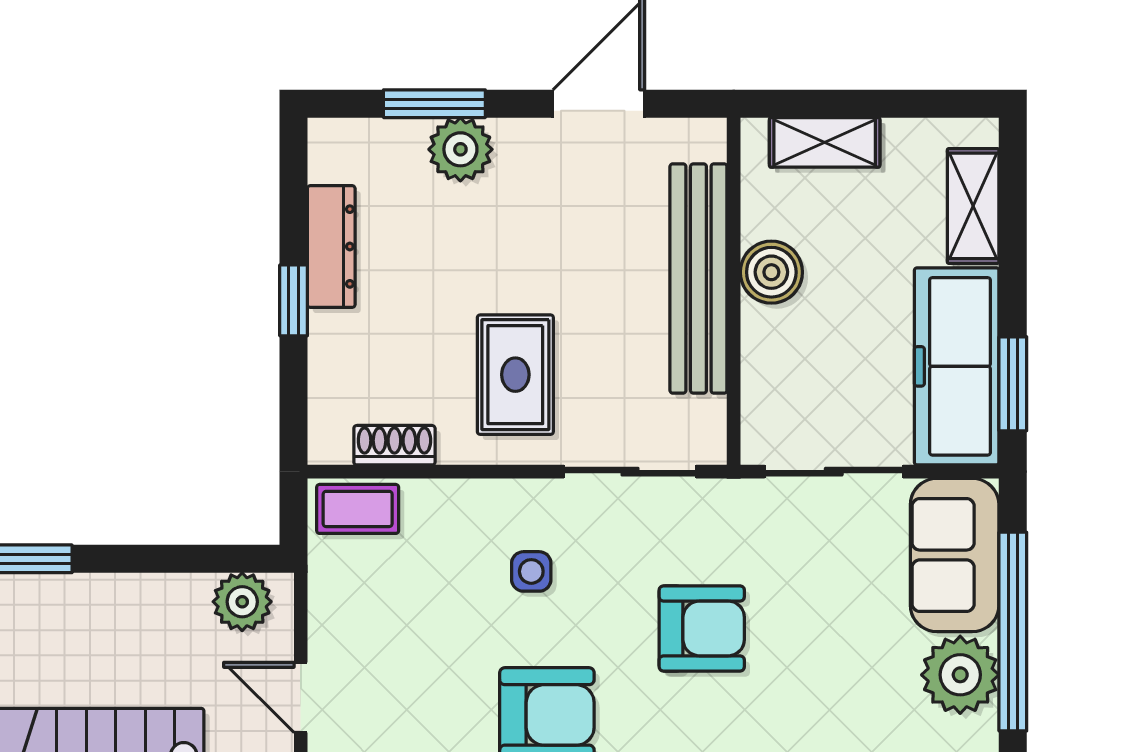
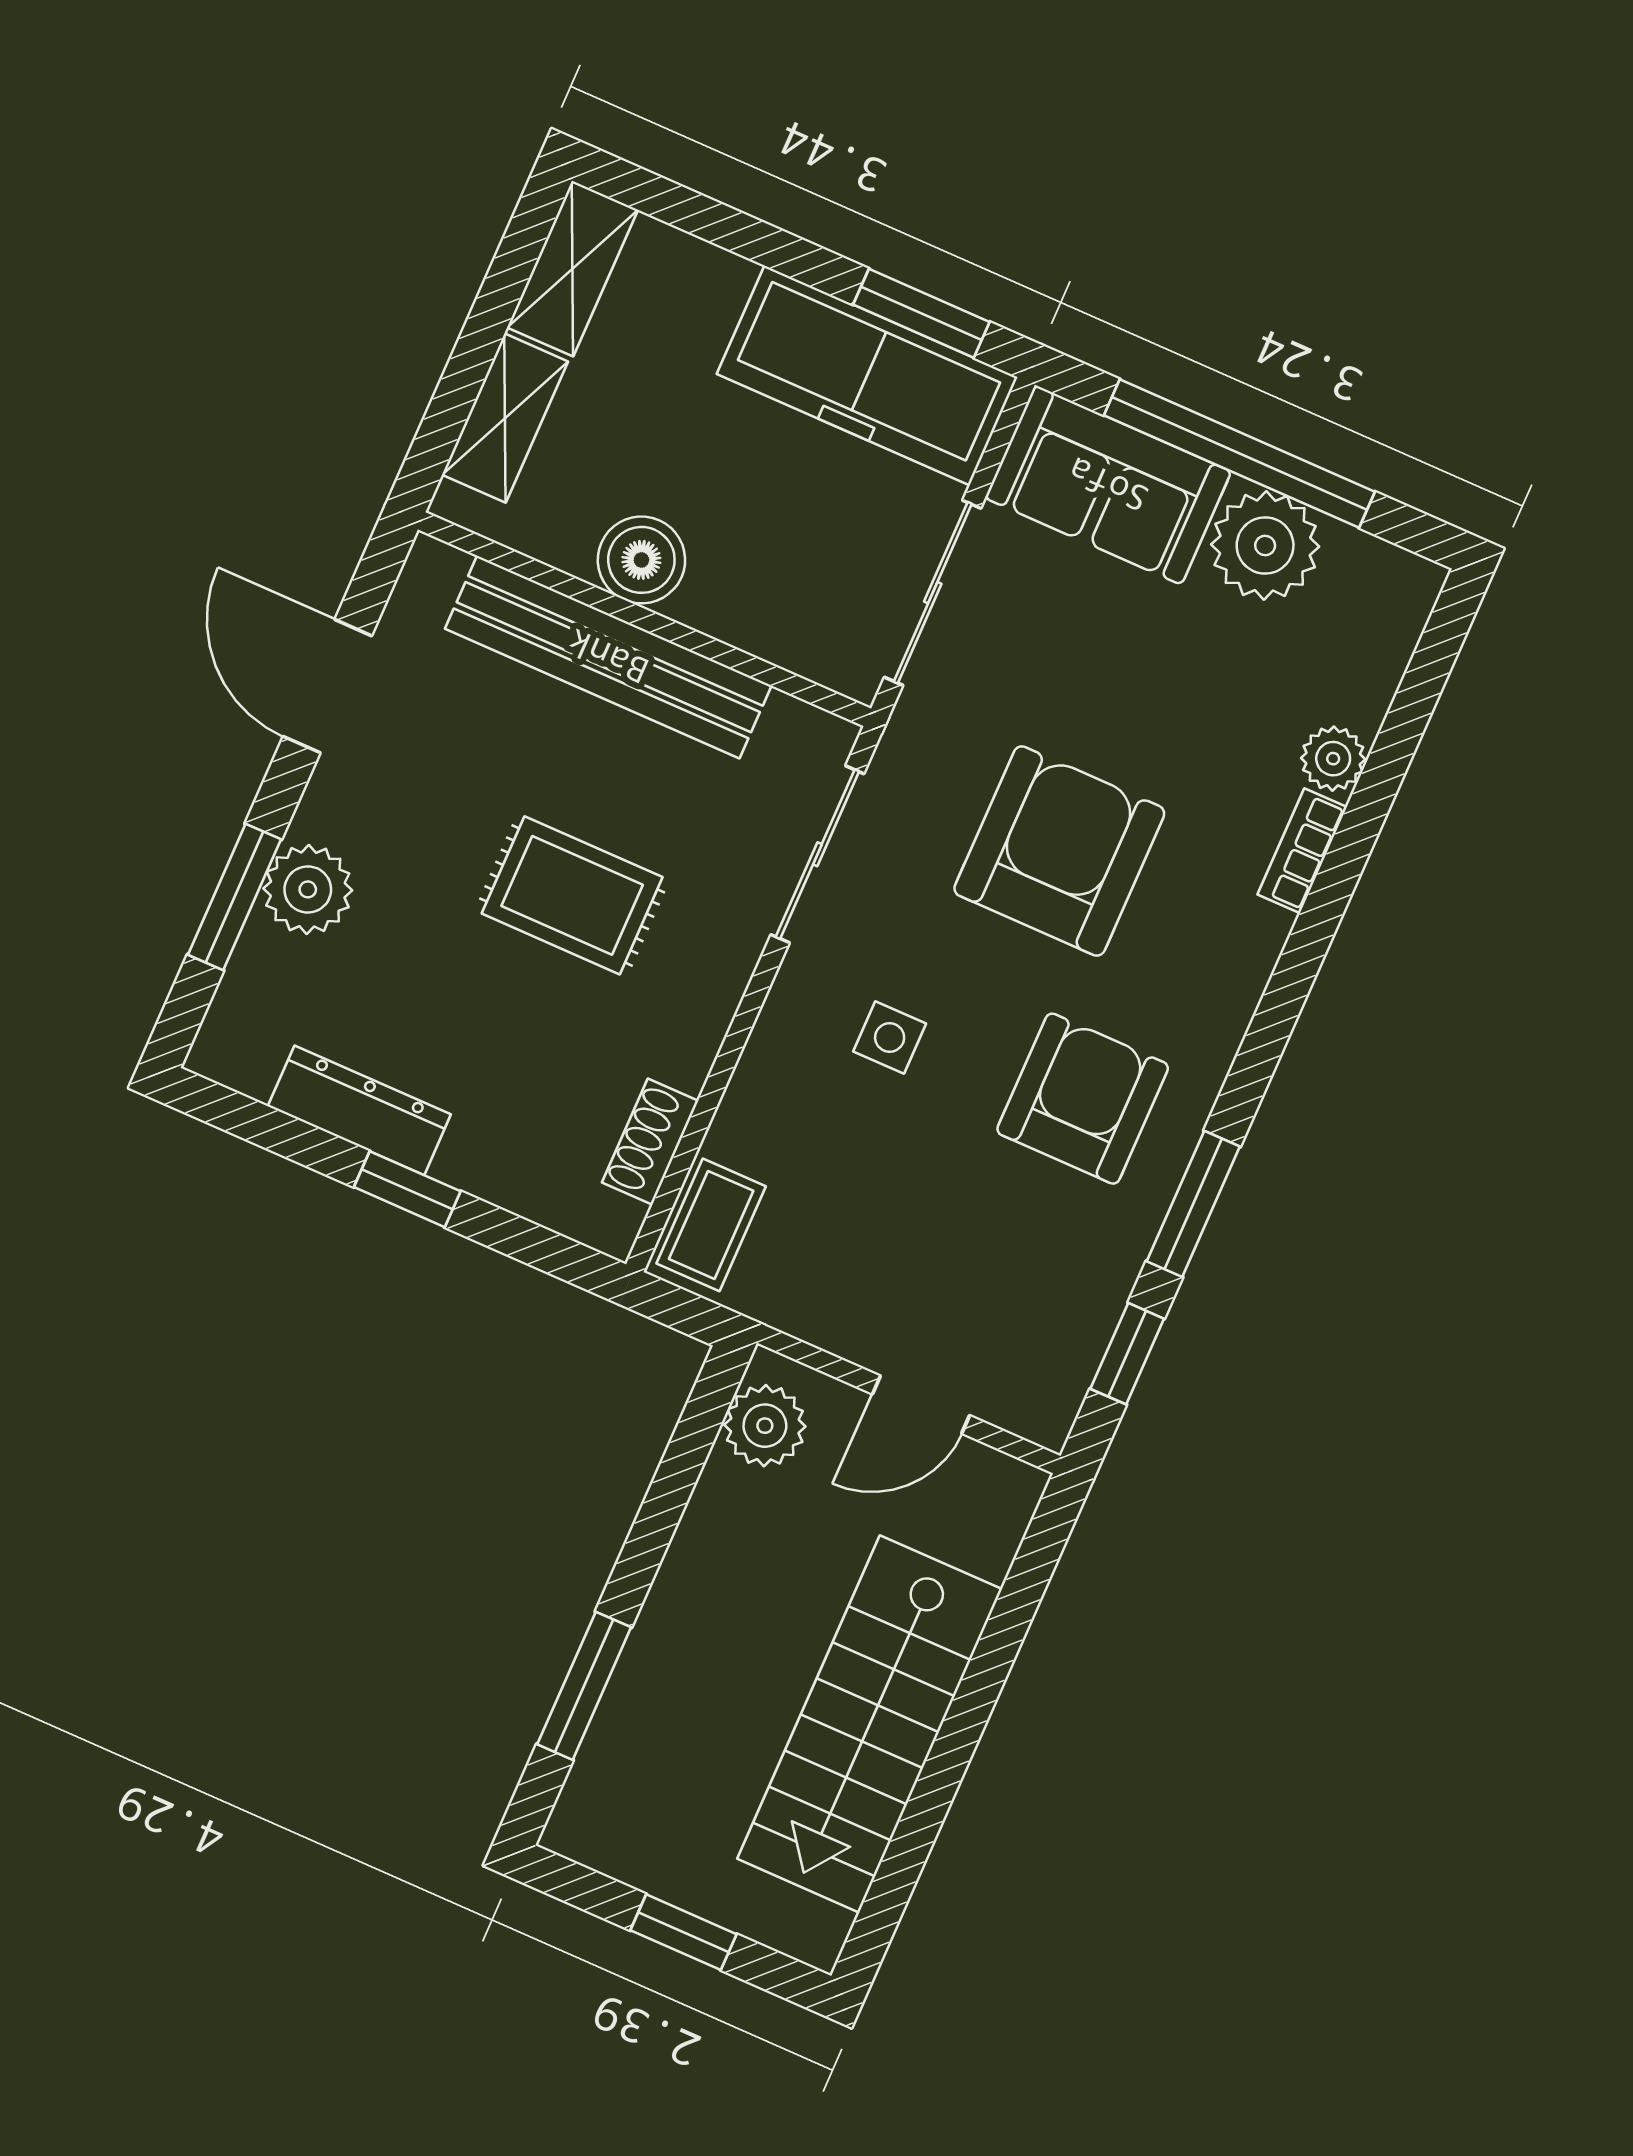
shelving: (973, 206) -> (572, 269), moved, turned 90
rug: (515, 375) -> (572, 895), moved
armchair: (702, 628) -> (1059, 851), width x1.36, depth x1.36

